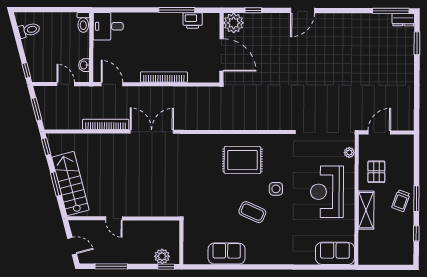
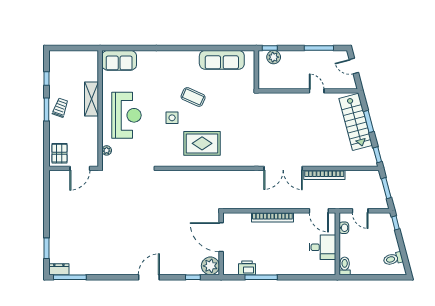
desk: (108, 26) -> (322, 247), moved
pallet: (376, 172) -> (59, 153), moved
sofa: (227, 254) -> (222, 60), width x1.36

